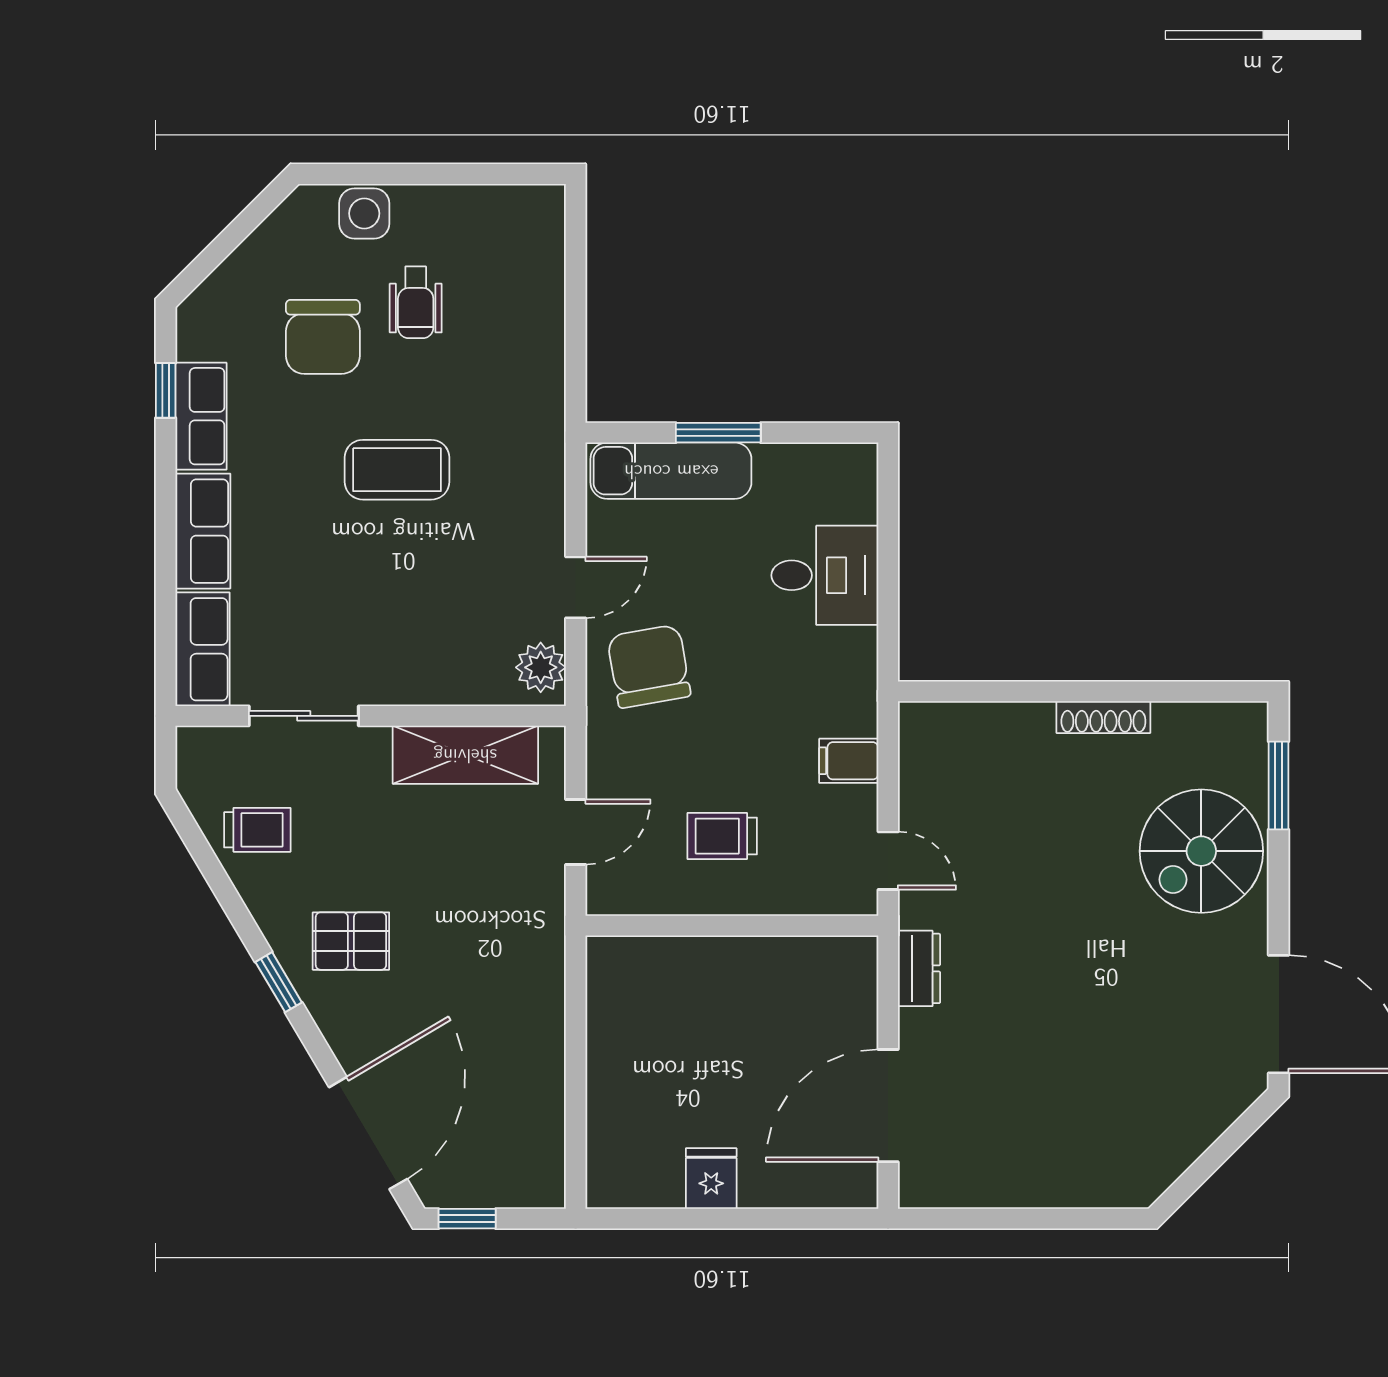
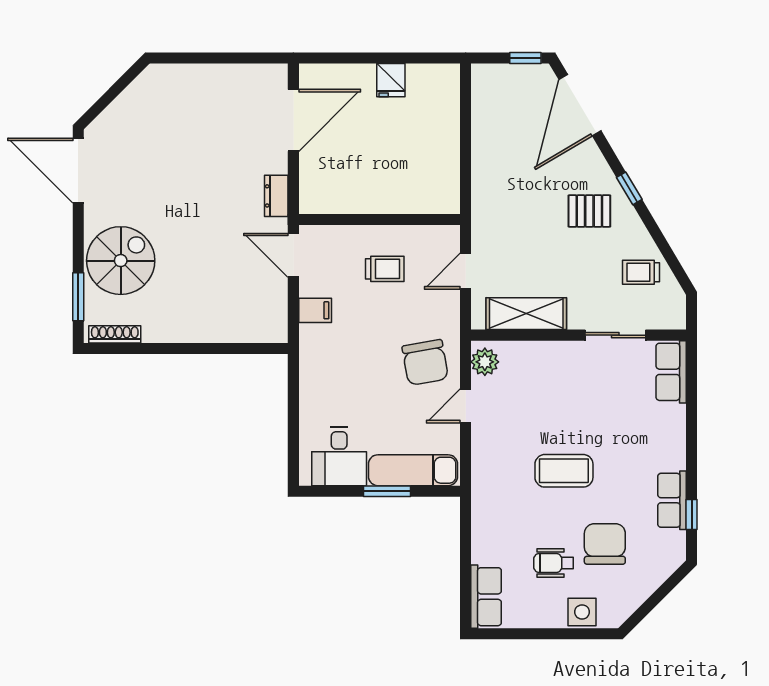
wheelchair: (416, 302) -> (554, 563), turned -90
row of seats: (203, 531) -> (486, 597), moved, turned 180
desk: (825, 575) -> (339, 456), moved, turned -90
shoe rack: (1103, 717) -> (115, 334), moved
door: (888, 861) -> (293, 255), width x1.38

